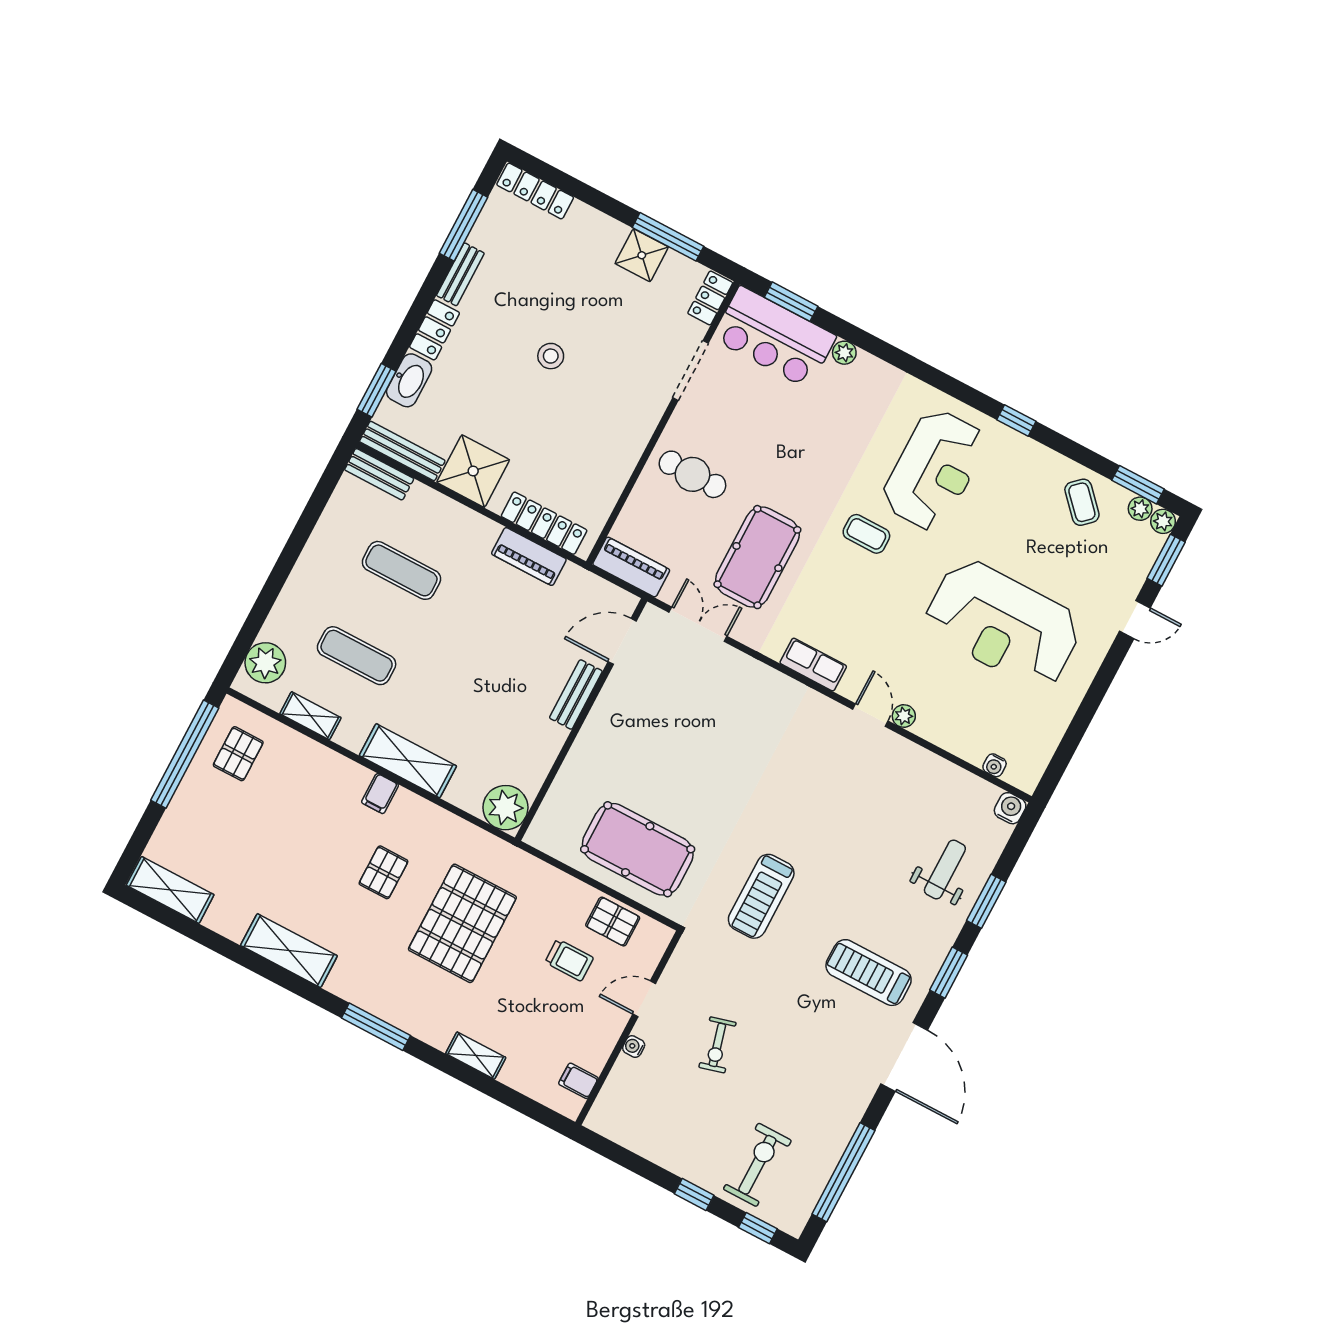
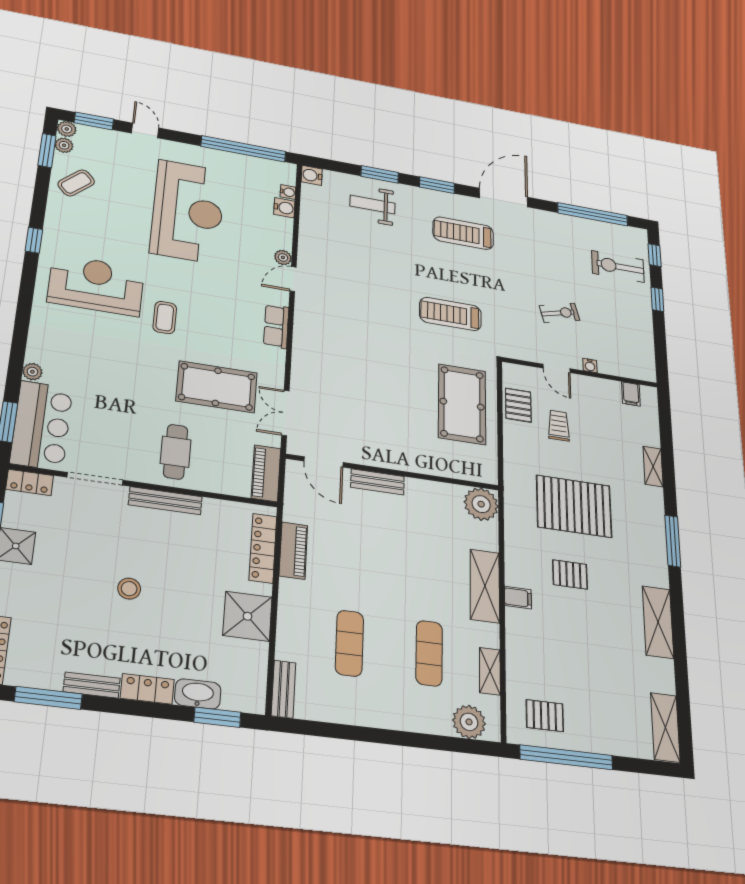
bench: (402, 451) -> (165, 501), moved, turned 90
window: (1074, 735) -> (243, 149), added
water cooler: (973, 750) -> (284, 208), added
treadmill: (761, 896) -> (450, 314), turned 180
treadmill: (869, 973) -> (463, 233), turned 90

